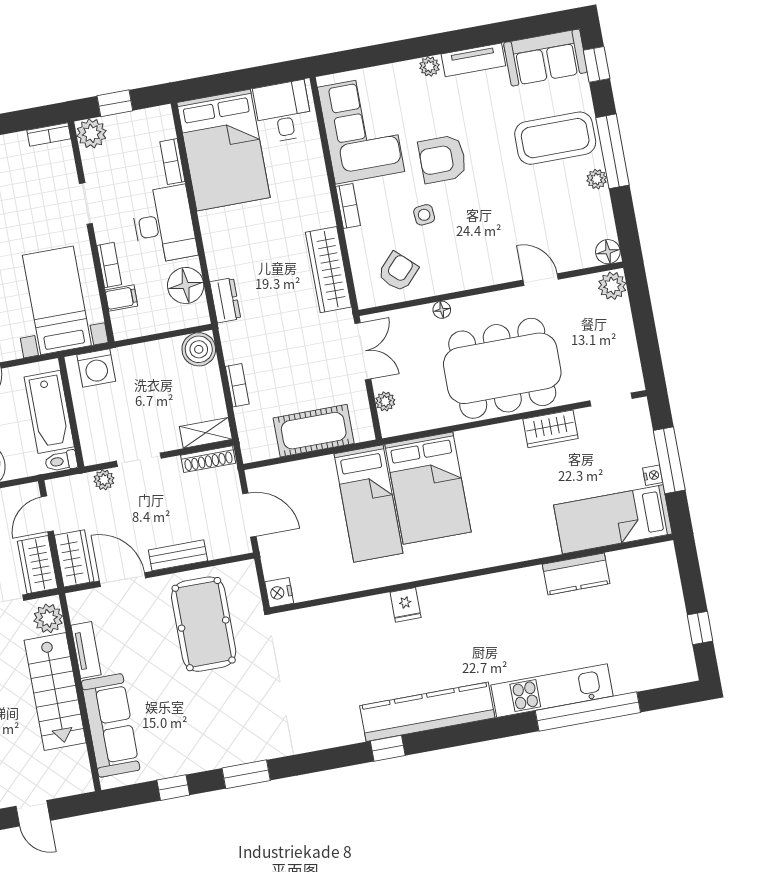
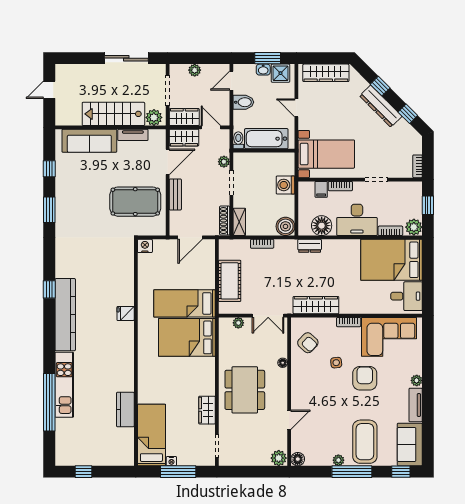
plant: (92, 133) -> (414, 227), moved
washing machine: (96, 368) -> (286, 185), moved
dining table: (502, 368) -> (245, 390), width x0.73, depth x0.80

